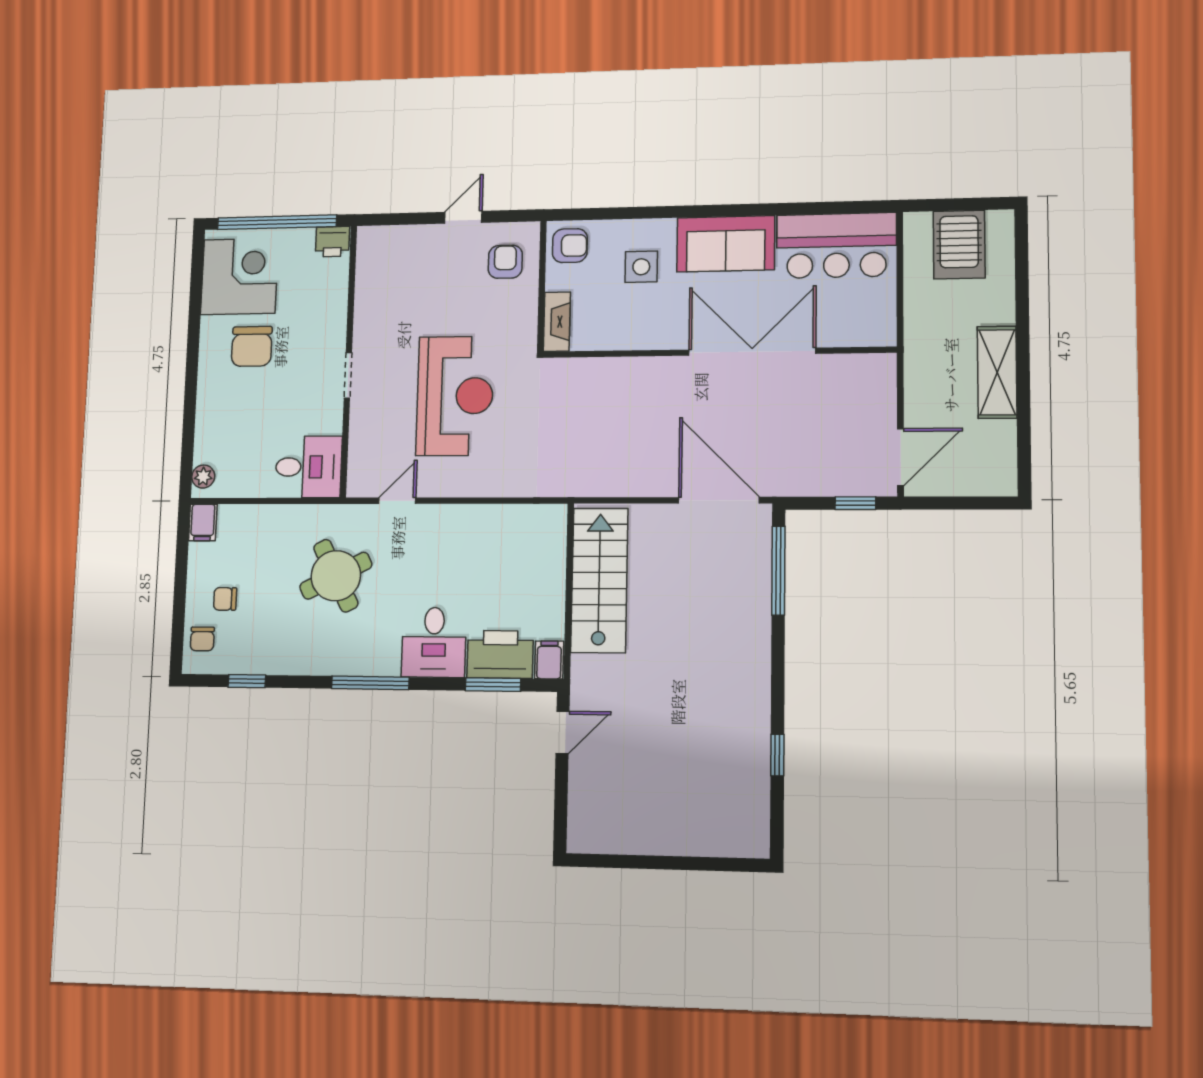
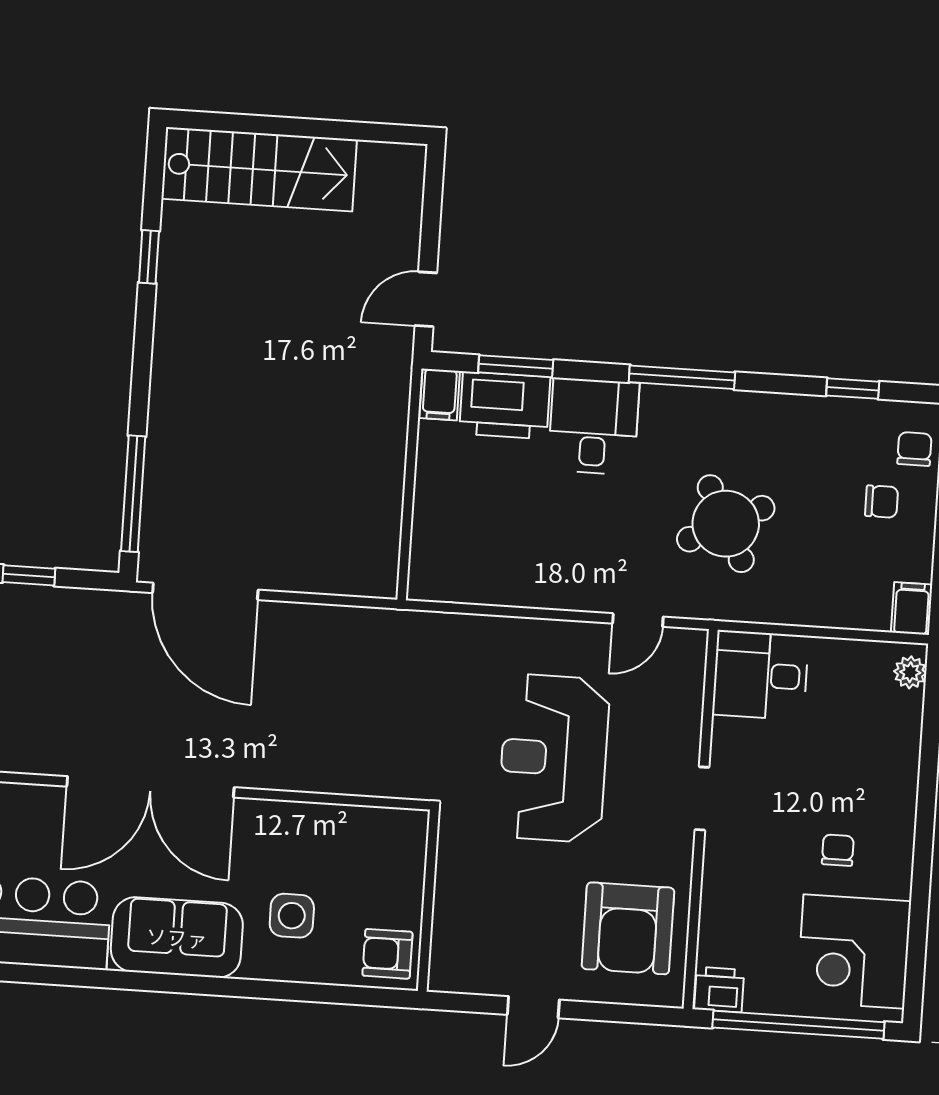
armchair: (505, 262) -> (628, 928), moved, width x1.88, depth x1.88
fireplace: (557, 322) -> (410, 849), removed
chair: (252, 346) -> (838, 850), width x0.54, depth x0.54
stairs: (599, 580) -> (259, 169), moved, turned -90

